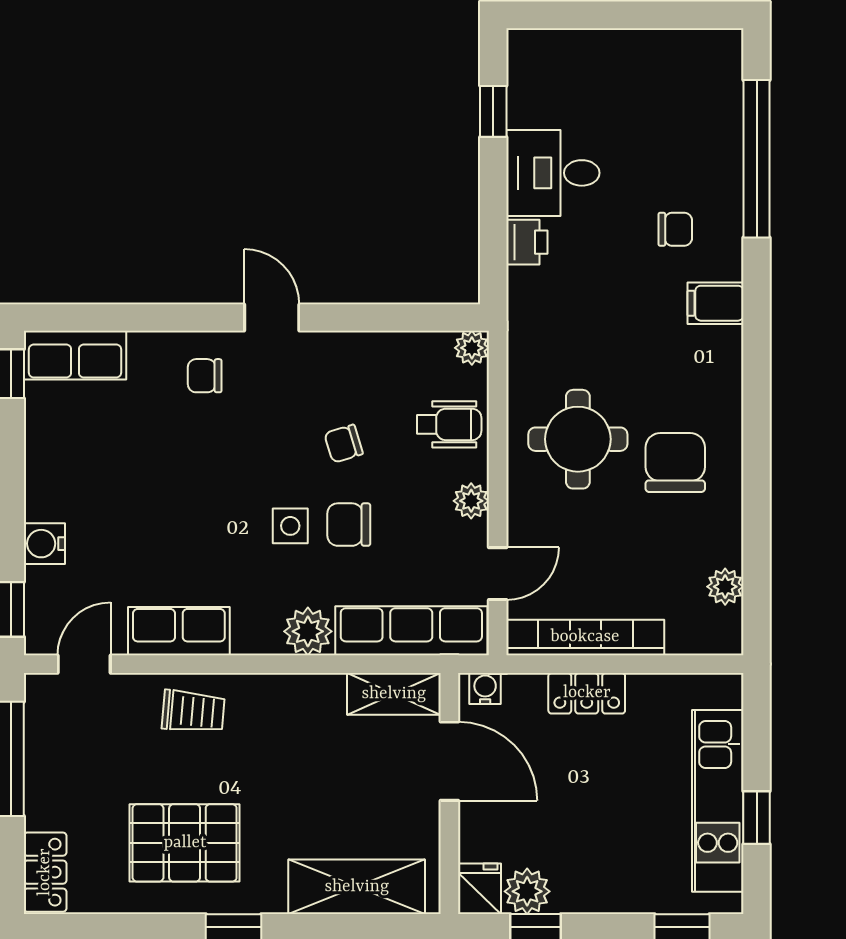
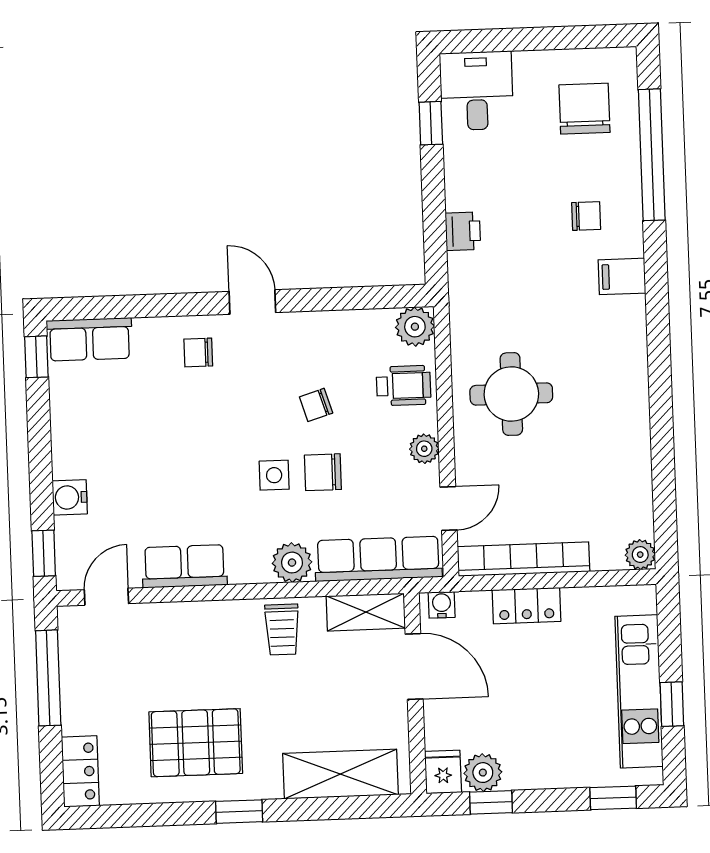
desk: (553, 173) -> (477, 91), moved, turned 90
plant: (472, 348) -> (415, 327), width x1.38, depth x1.38
chair: (675, 463) -> (584, 109), moved
plant: (725, 587) -> (640, 555), moved
trolley: (193, 711) -> (282, 630), moved, turned 85

